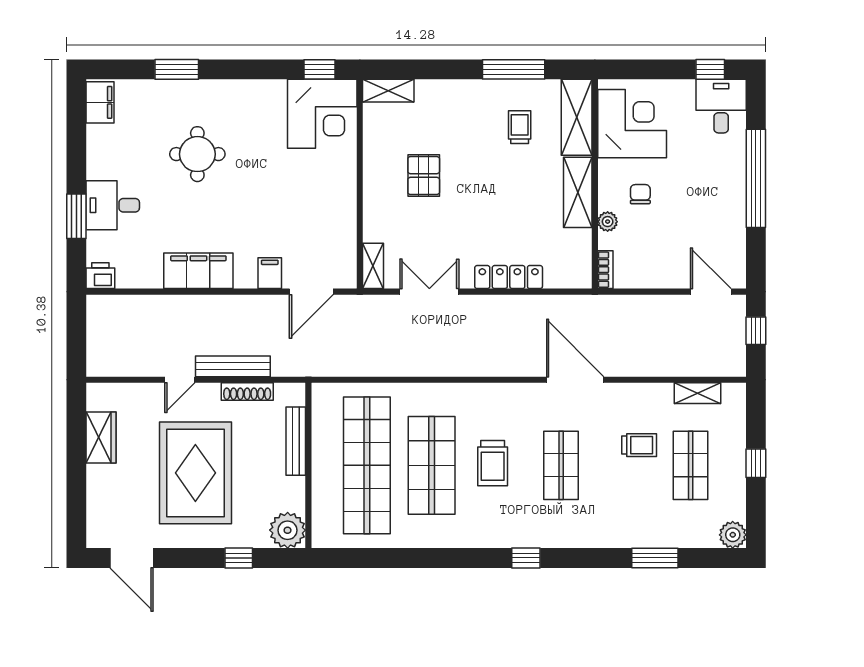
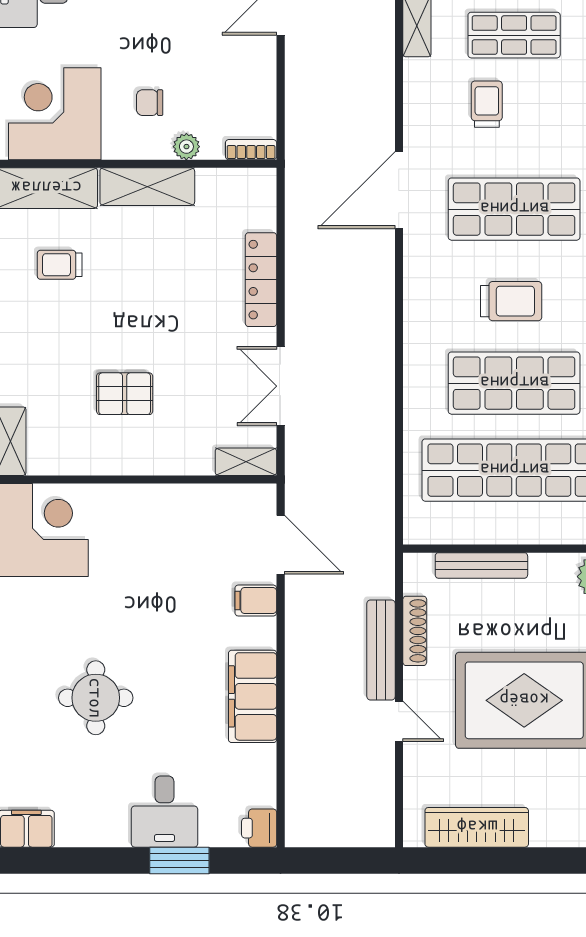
wardrobe: (101, 438) -> (477, 827), width x1.50
shop shelf: (561, 465) -> (514, 209), width x1.43, depth x1.36

